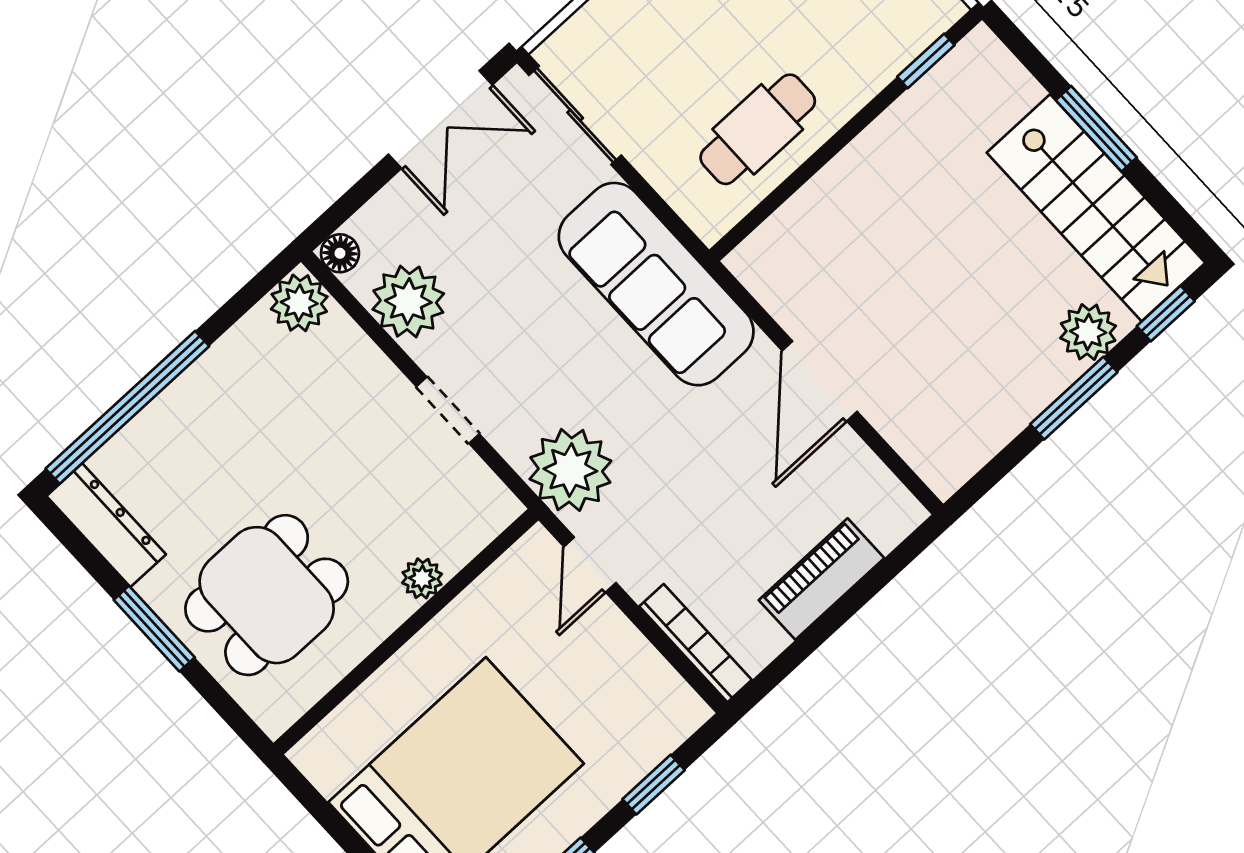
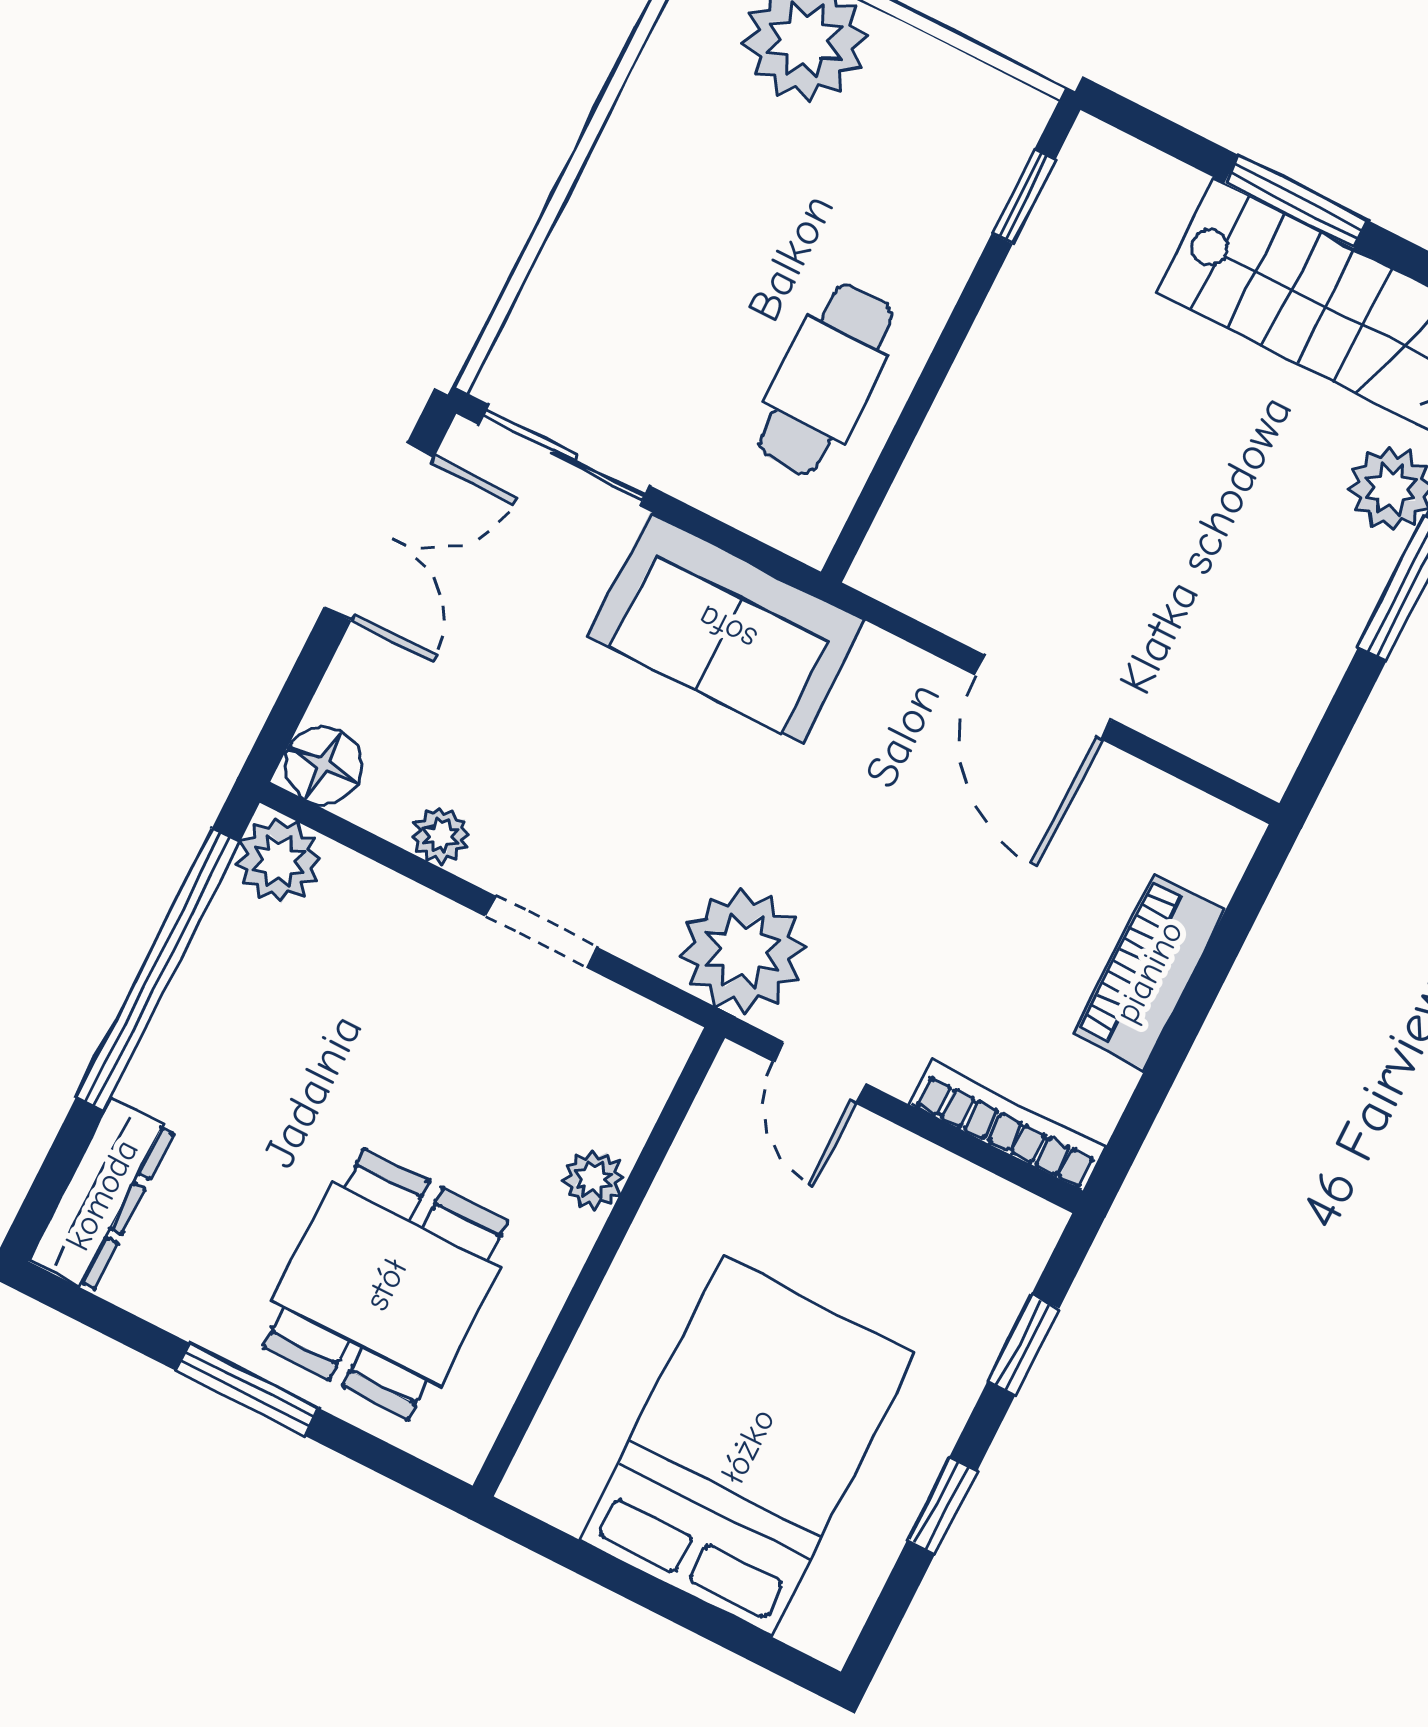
floor lamp: (340, 253) -> (323, 766), width x1.37, depth x1.37
sofa: (656, 284) -> (727, 628), width x0.73
plant: (408, 302) -> (441, 836), width x0.53, depth x0.53
window: (127, 407) -> (158, 970), moved
dresser: (106, 525) -> (102, 1195), moved, turned 90

